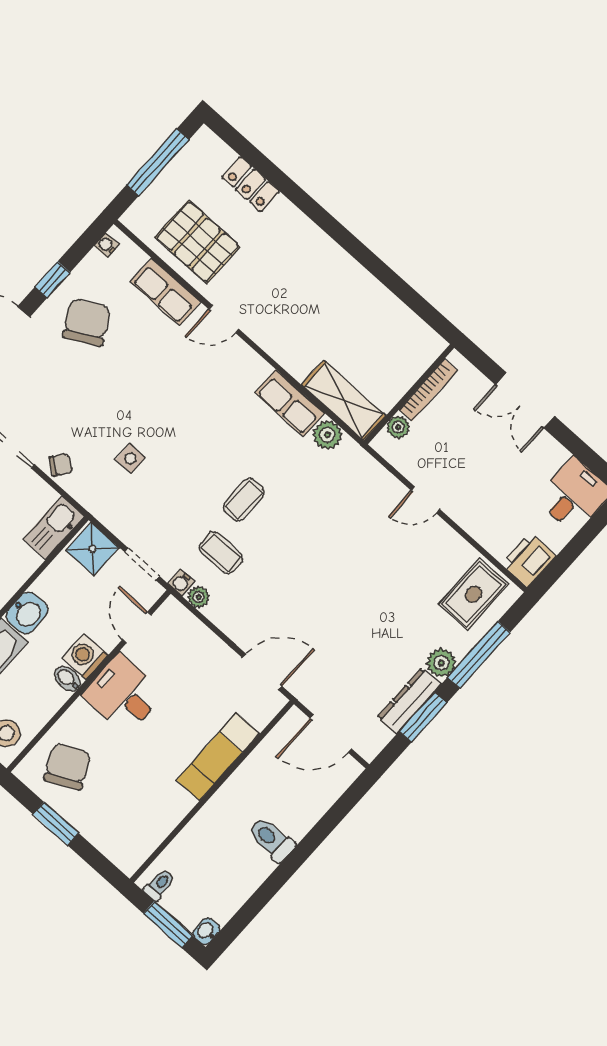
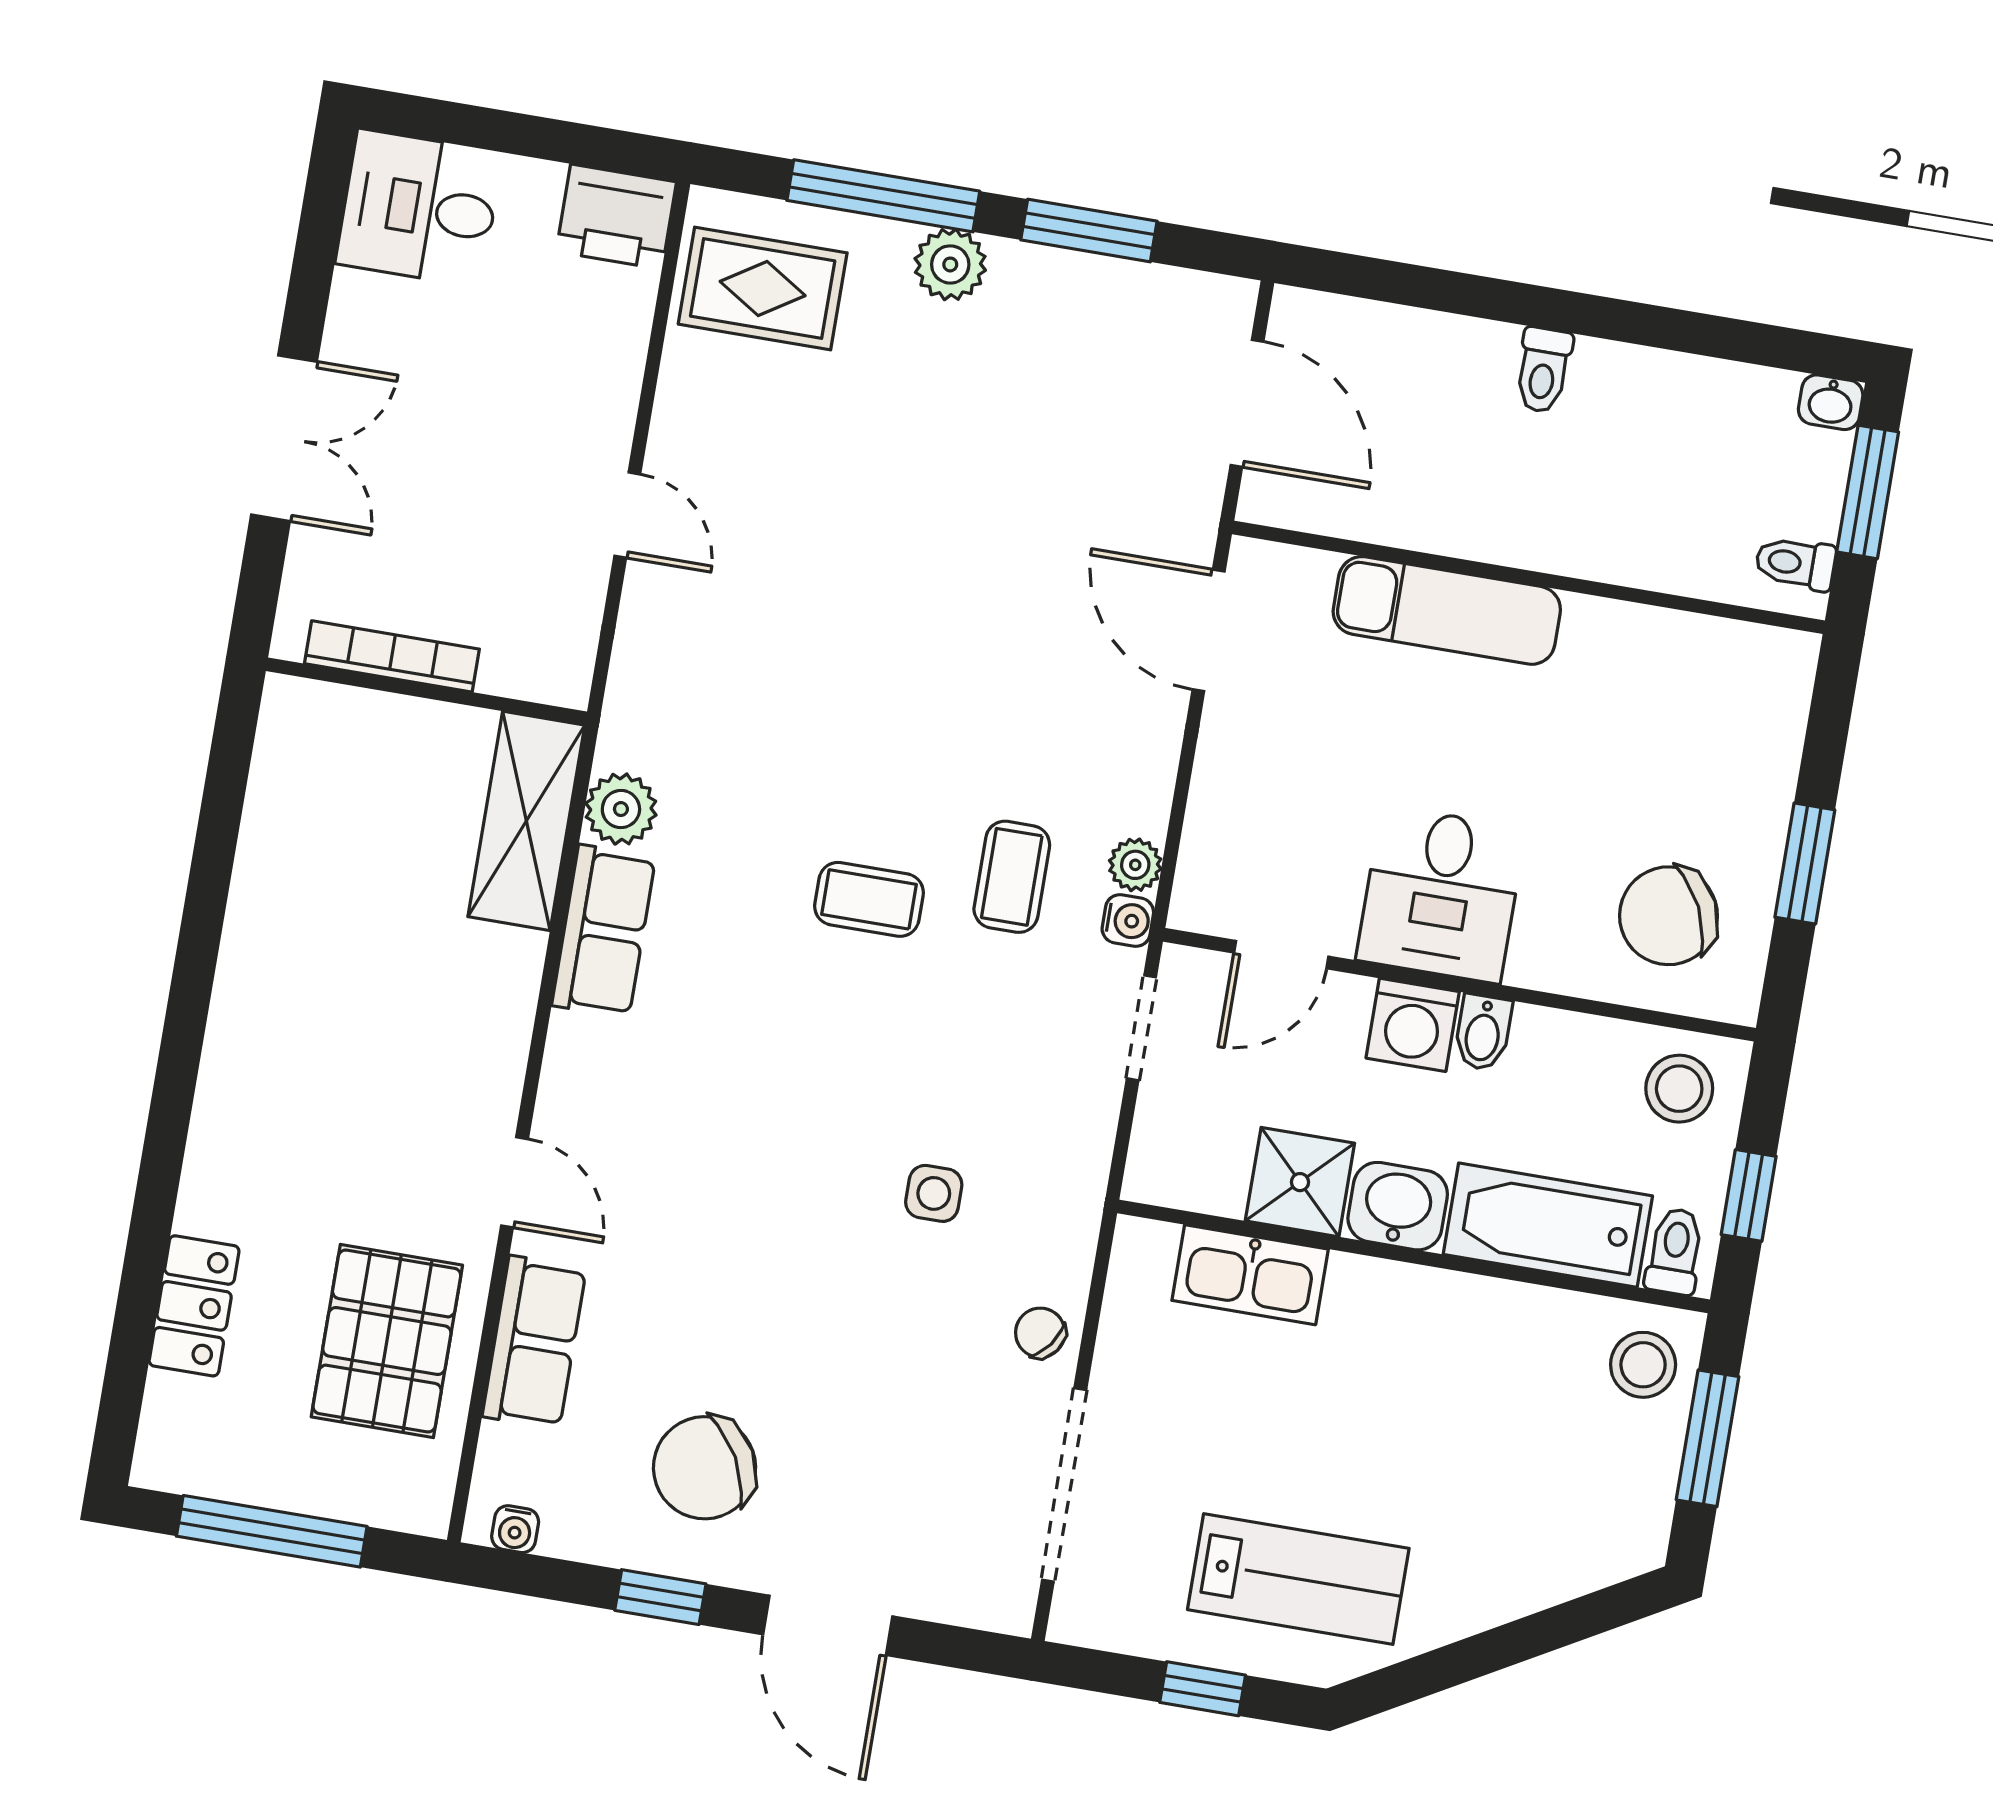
plant: (398, 427) -> (510, 670), removed
kitchen sink: (54, 528) -> (1250, 1275), moved
shower: (92, 549) -> (1300, 1182), moved
dresser: (409, 701) -> (1074, 282), removed
toilet: (271, 839) -> (1543, 370), width x0.73, depth x0.72

